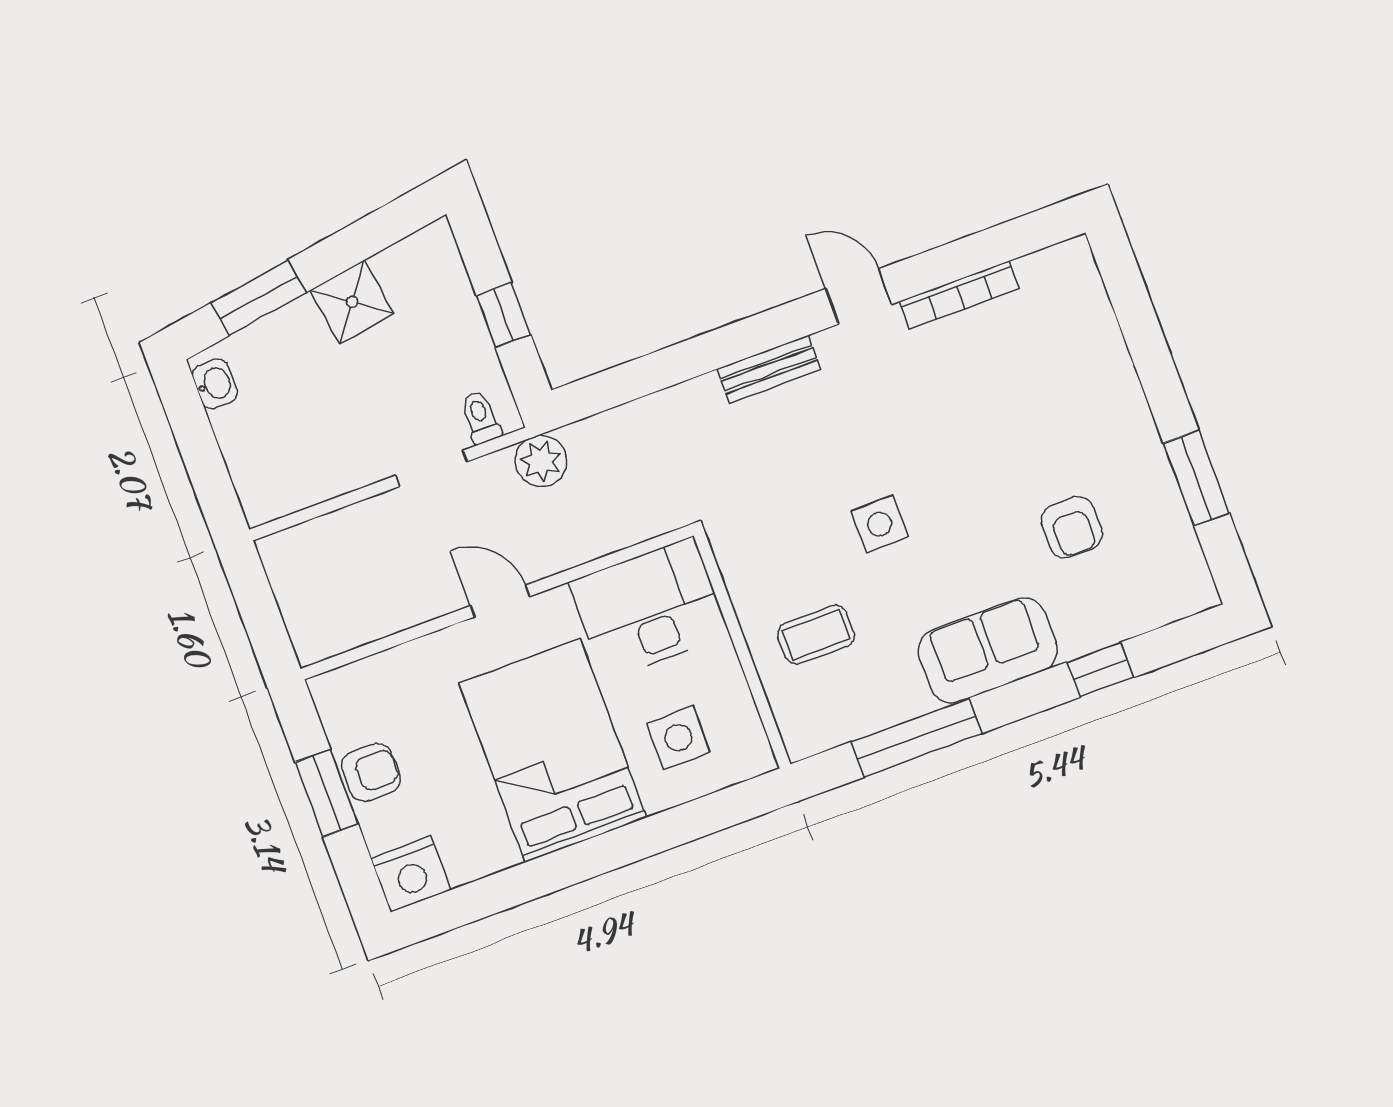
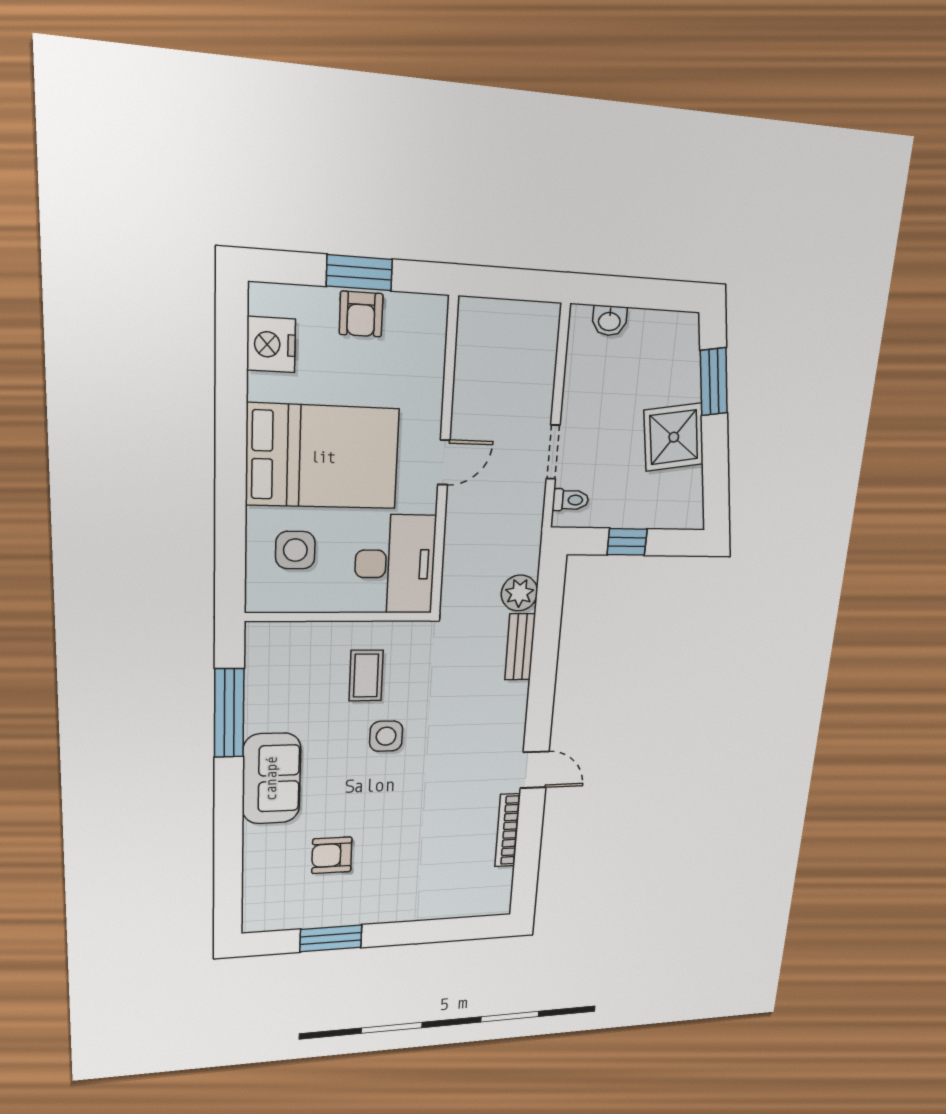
door: (859, 297) -> (535, 770), hinge flipped
shower: (352, 302) -> (674, 437), width x1.36, depth x1.36
bench: (769, 369) -> (520, 647), moved
washbasin: (215, 384) -> (609, 321), moved
plant: (541, 461) -> (519, 593), moved
coffee table: (816, 635) -> (366, 676), moved
window: (1100, 670) -> (228, 846), removed
nightstand: (411, 874) -> (271, 345), moved

